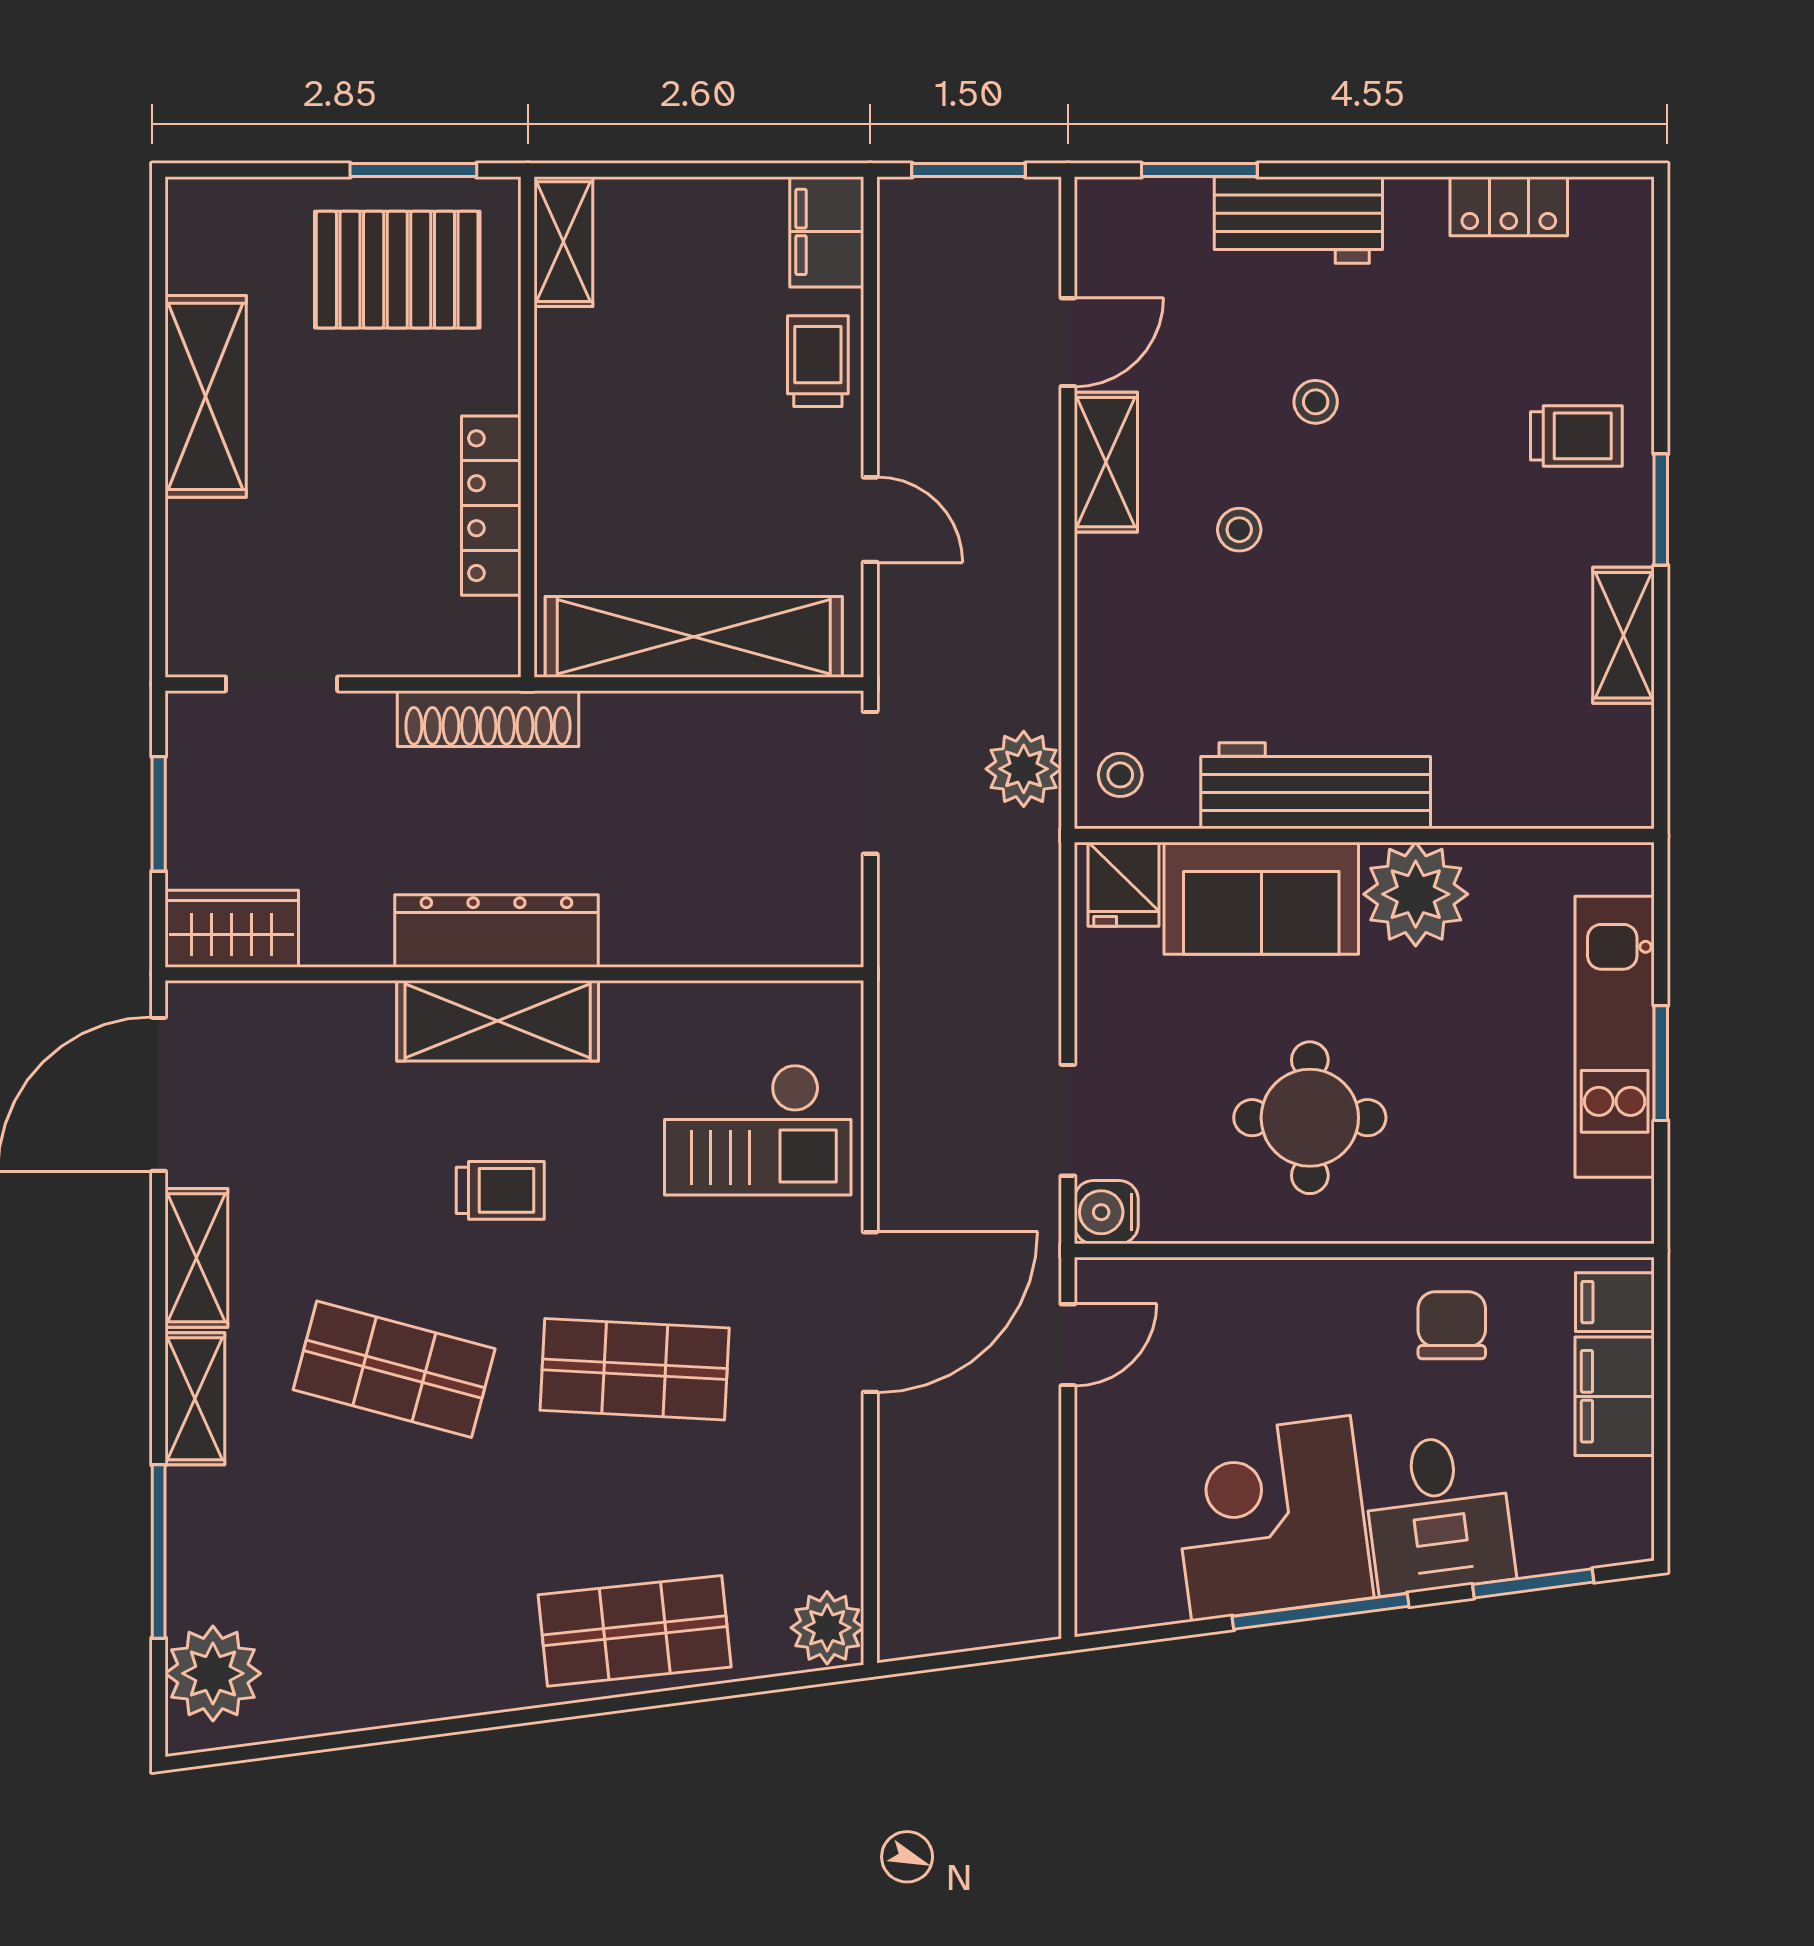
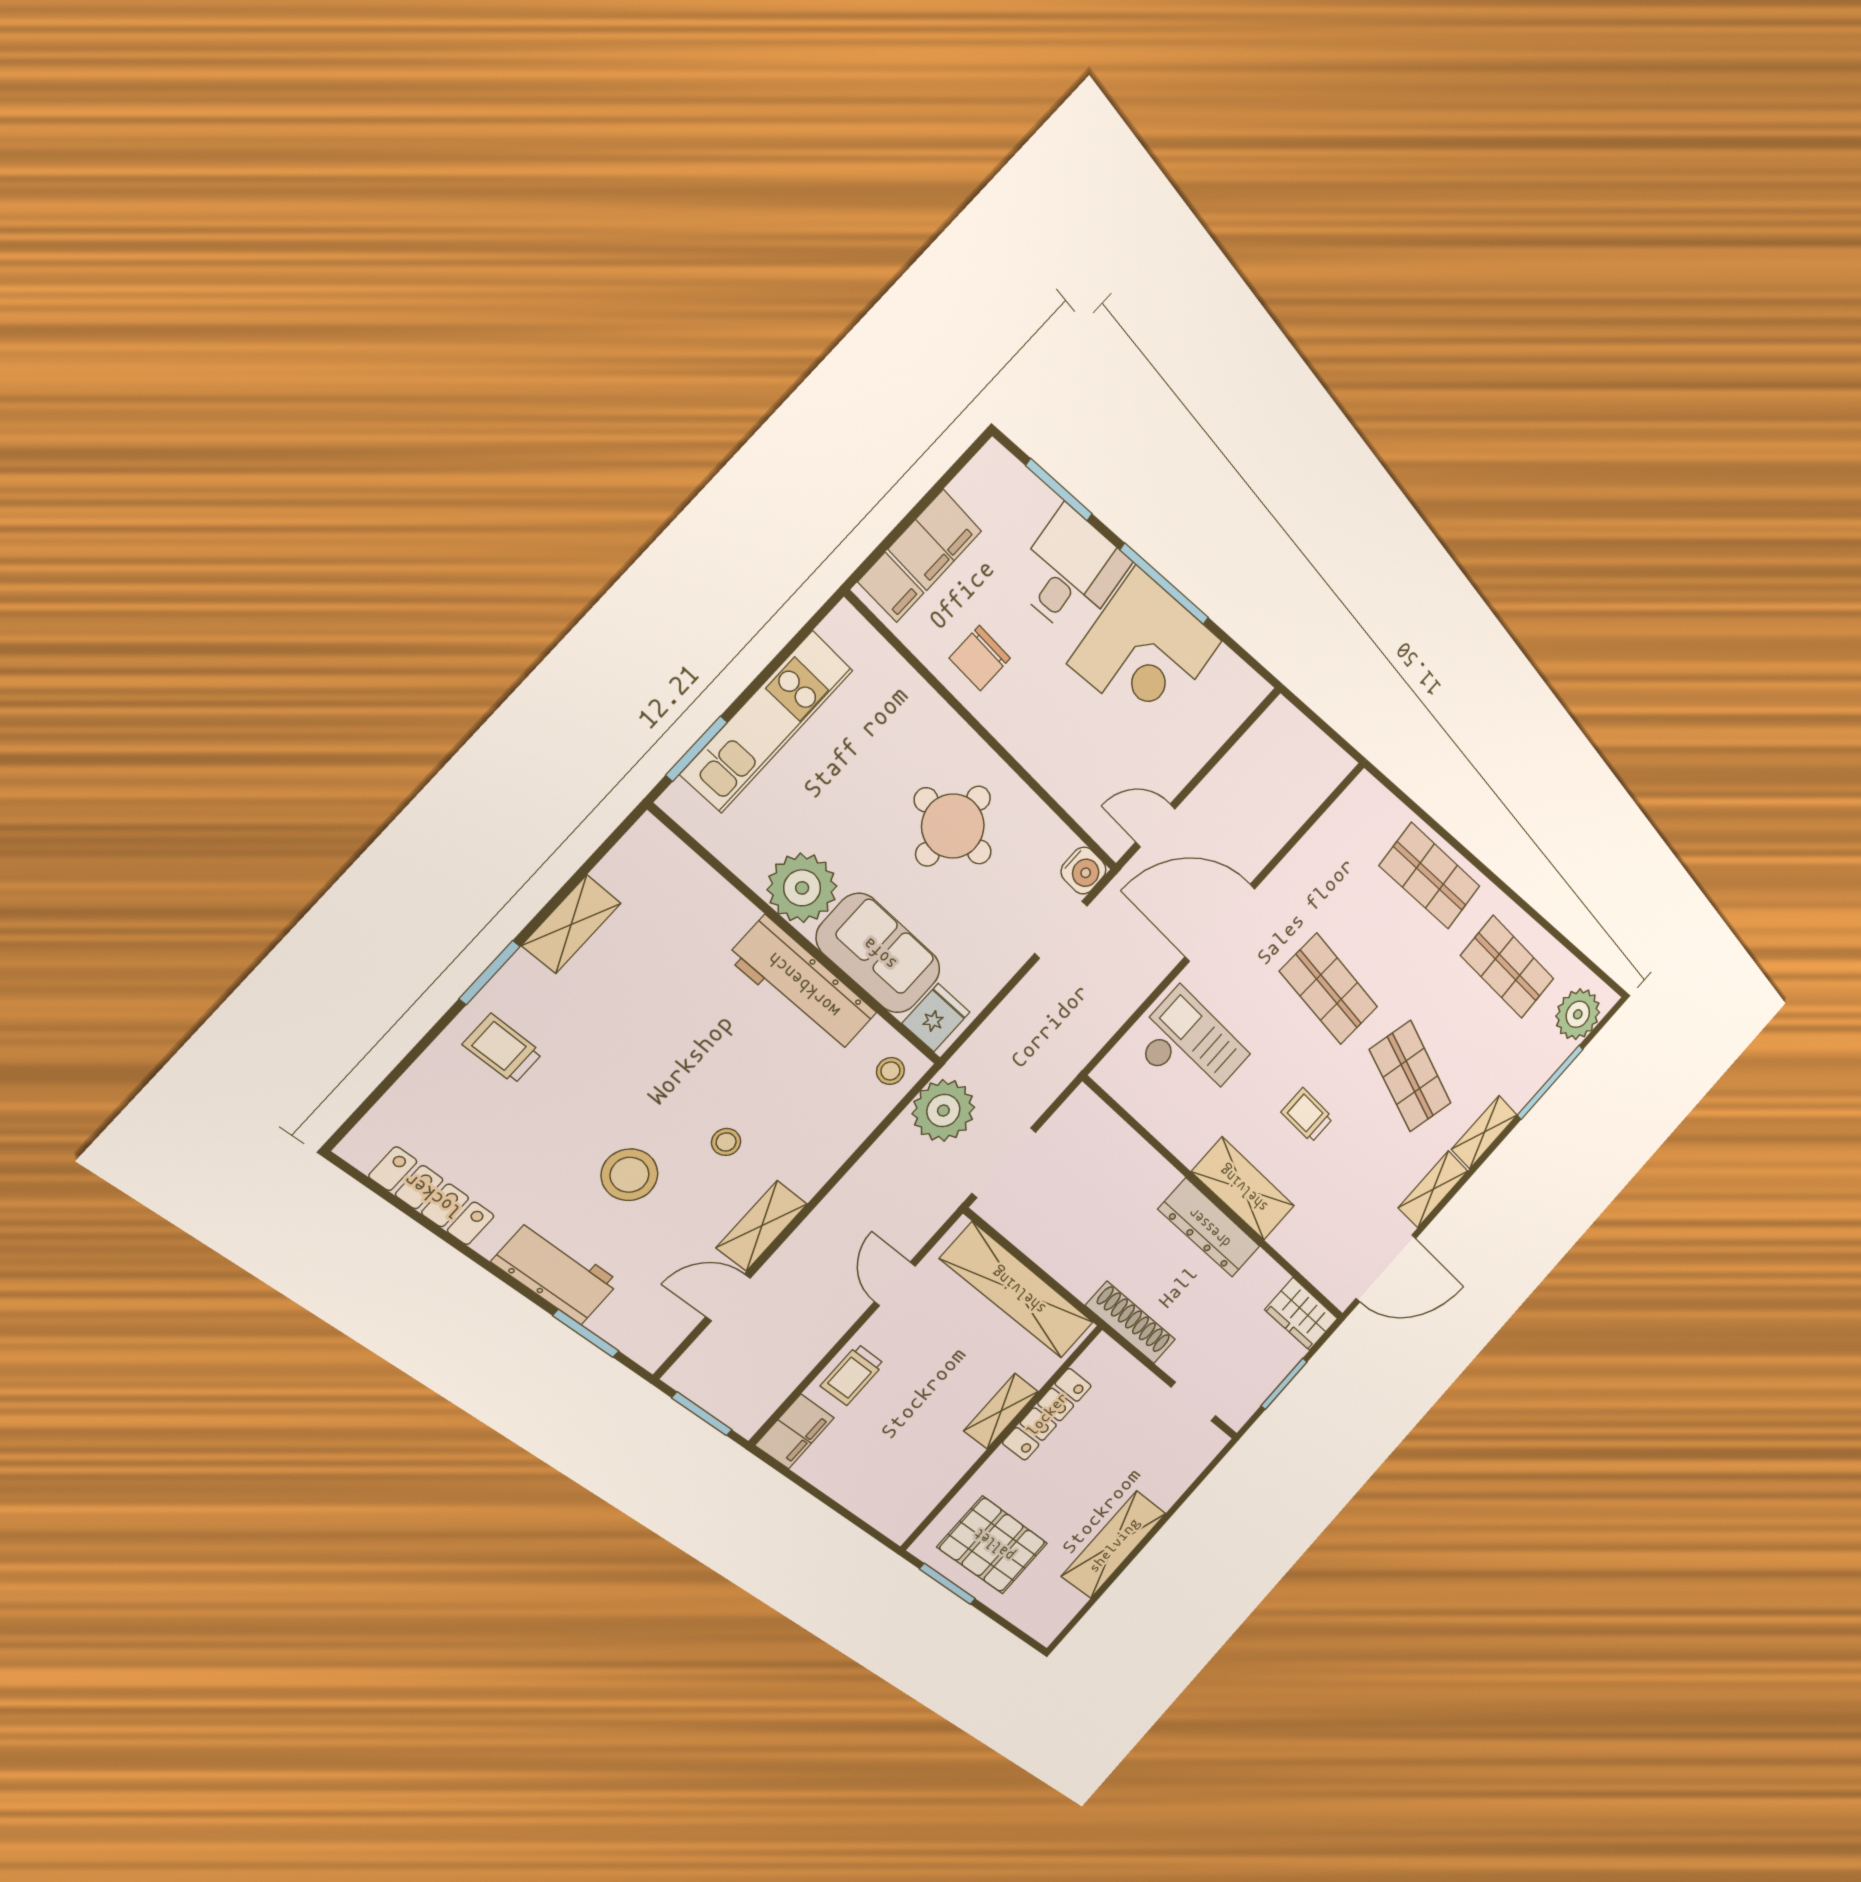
locker: (1509, 206) -> (432, 1196), width x1.53
shelving: (563, 242) -> (1001, 1411), moved
stool: (1316, 402) -> (630, 1175), width x1.89, depth x1.89
plant: (1024, 769) -> (943, 1111), width x1.36, depth x1.36
window: (1661, 1063) -> (697, 749), moved
plant: (827, 1628) -> (1362, 800), removed
shop shelf: (394, 1631) -> (1508, 967), added

